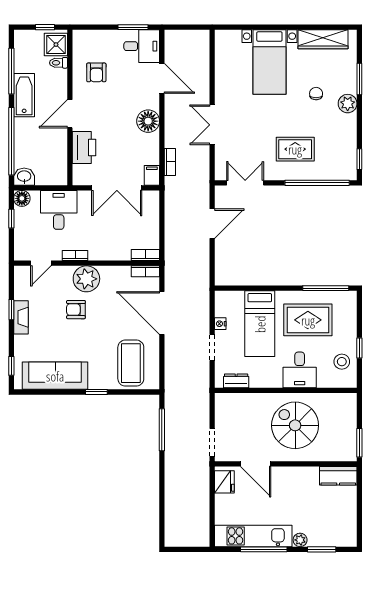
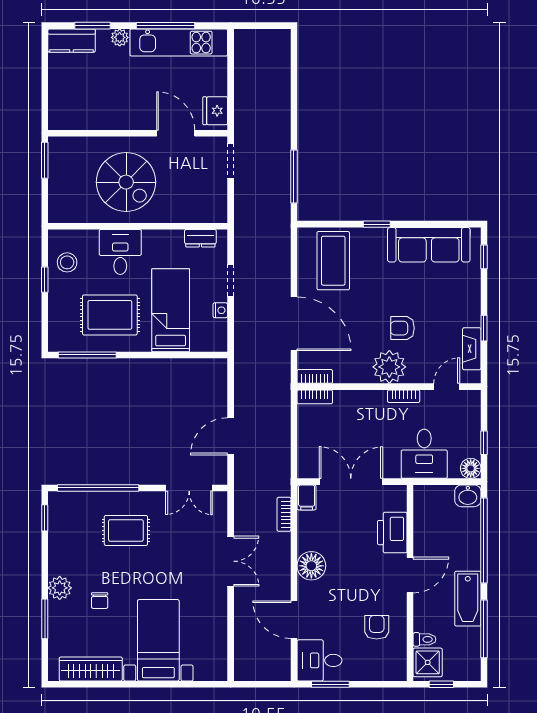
armchair: (76, 310) -> (402, 328), turned 180
fireplace: (21, 317) -> (472, 349), moved
kitchen counter: (338, 476) -> (72, 41), moved, turned 180

